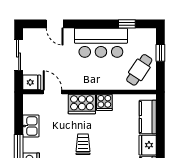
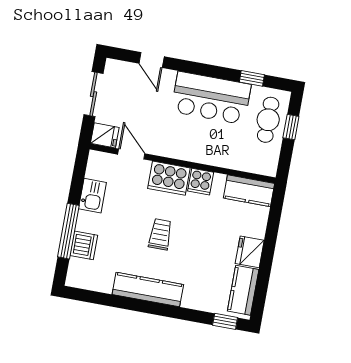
cafe table: (139, 70) -> (268, 120), moved, turned -34
kitchen counter: (148, 117) -> (249, 191), moved, turned -90

